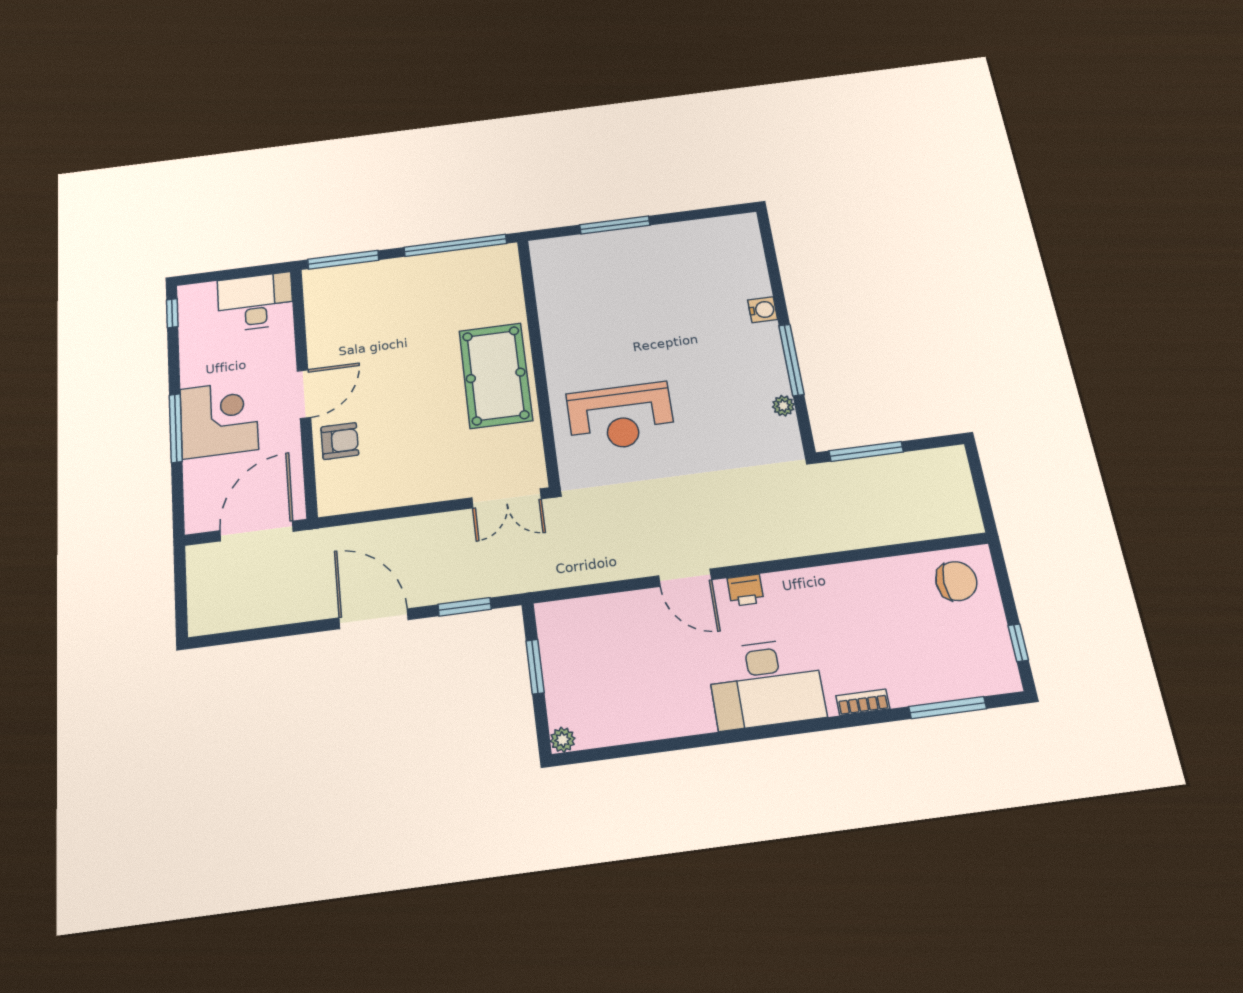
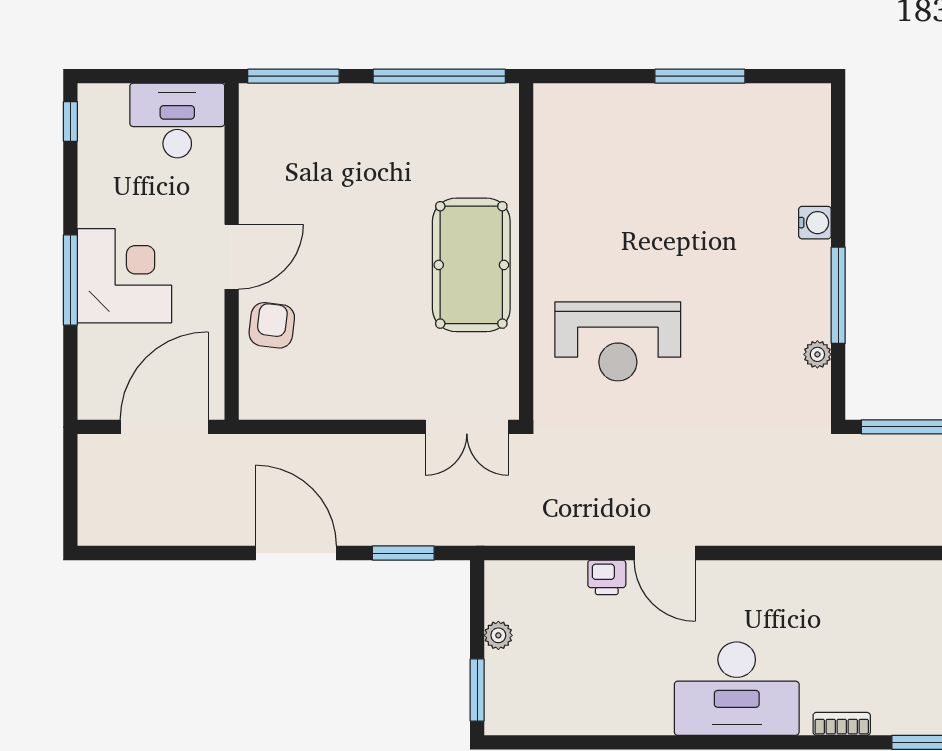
window: (615, 225) -> (700, 76), moved
armchair: (340, 441) -> (272, 325), turned -83
printer: (746, 590) -> (607, 577), moved
window: (535, 667) -> (477, 690), moved
plant: (563, 740) -> (498, 635), moved

